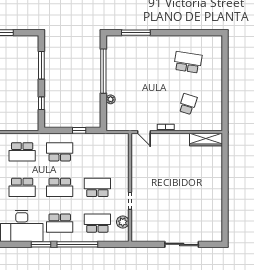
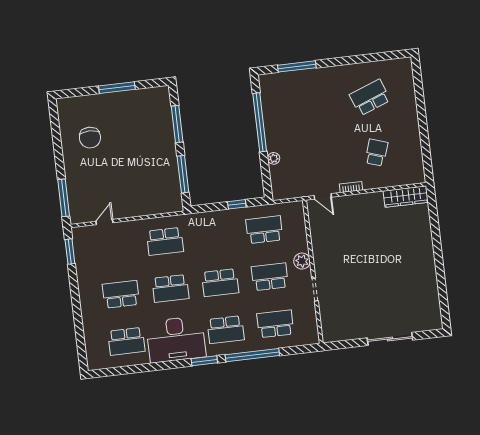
school desk: (188, 62) -> (370, 97), turned -30
window: (41, 103) -> (183, 174), width x2.17
school desk: (60, 152) -> (264, 230), moved
plant: (123, 222) -> (302, 261), moved

